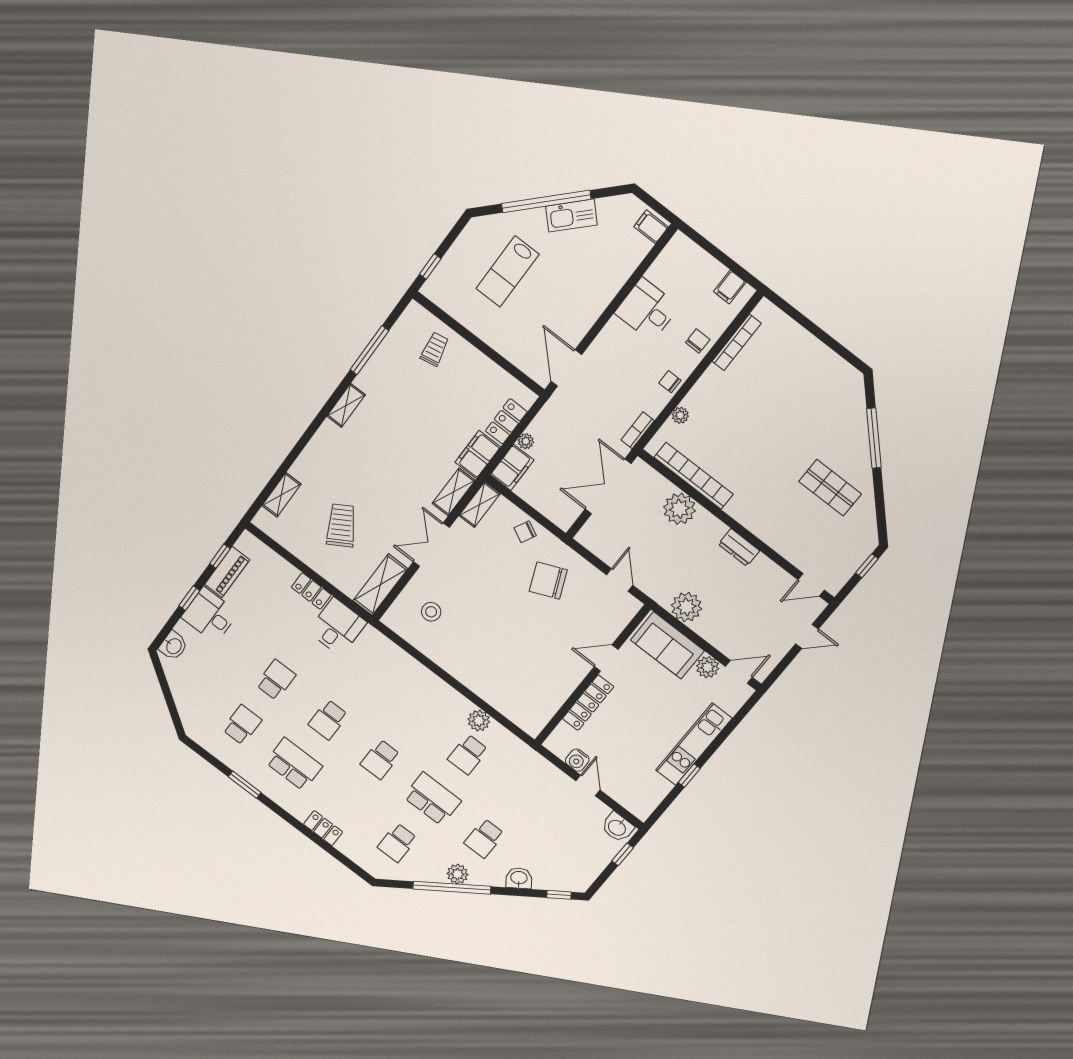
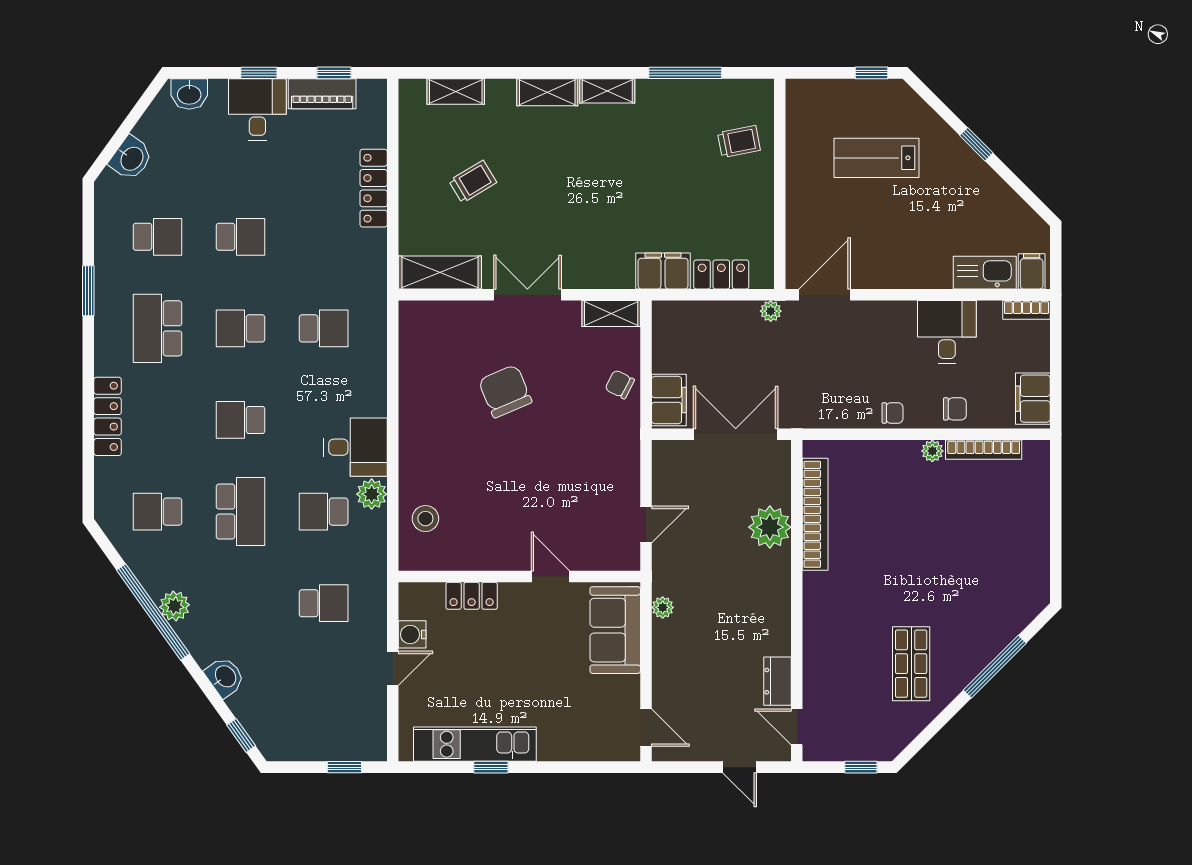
window: (546, 201) -> (976, 144), width x0.32
kitchen sink: (571, 216) -> (985, 273), moved, turned 135
window: (430, 266) -> (871, 73), moved
filing cabinet: (730, 287) -> (1033, 399), width x2.00
chair: (670, 382) -> (893, 413), turned 90
plant: (680, 415) -> (932, 451), moved
bookcase: (638, 430) -> (1026, 310), moved, turned 180
plant: (526, 441) -> (771, 311), moved
filing cabinet: (512, 467) -> (669, 400), moved, turned -90
shelving: (454, 492) -> (547, 92), moved
trolley: (341, 525) -> (473, 182), width x0.73, depth x0.72
dresser: (739, 547) -> (777, 681), moved
chair: (548, 581) -> (505, 391), moved
locker: (311, 591) -> (374, 188), width x1.53
plant: (686, 607) -> (663, 607), width x0.53, depth x0.53
stool: (431, 612) -> (425, 519), moved
desk: (337, 627) -> (355, 447), moved
plant: (708, 667) -> (625, 691), removed
school desk: (363, 674) -> (324, 328), added
locker: (588, 703) -> (472, 596), width x0.66
kitchen unit: (694, 744) -> (475, 744), moved
school desk: (294, 764) -> (157, 328), turned 180
washbasin: (617, 827) -> (131, 158), moved, turned -144
locker: (323, 828) -> (108, 416), width x1.53
school desk: (484, 838) -> (324, 603), moved, turned 180

